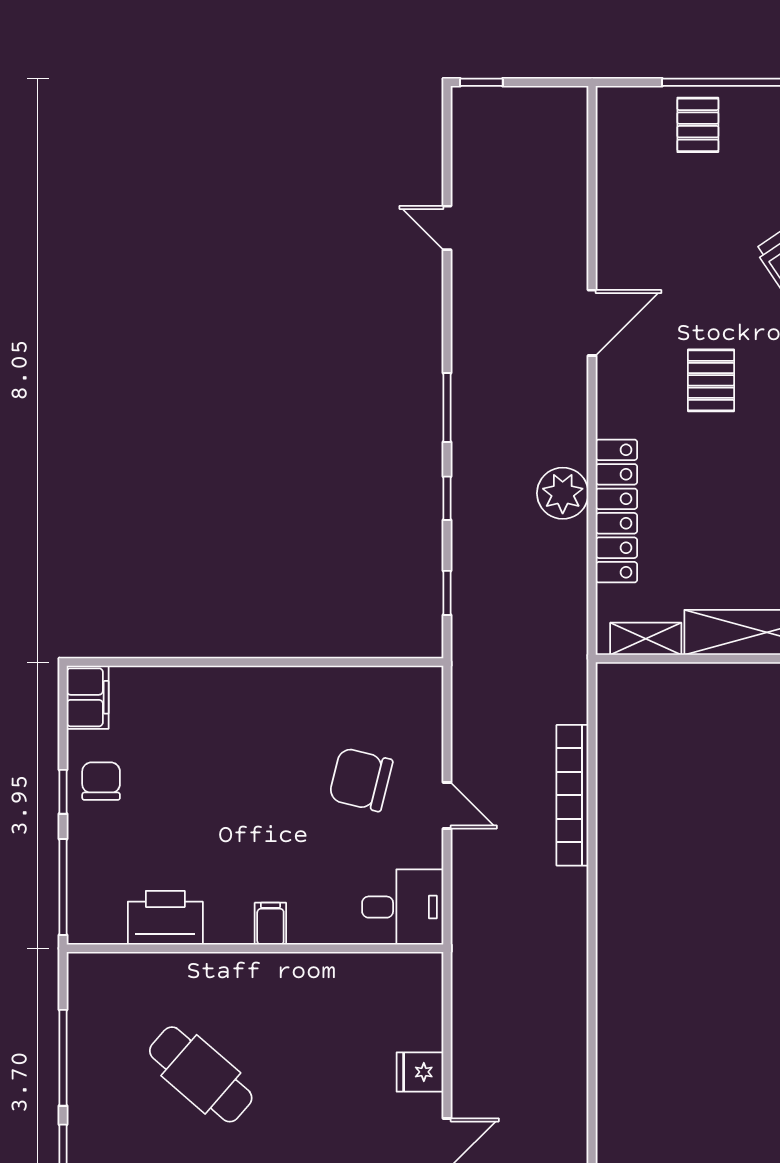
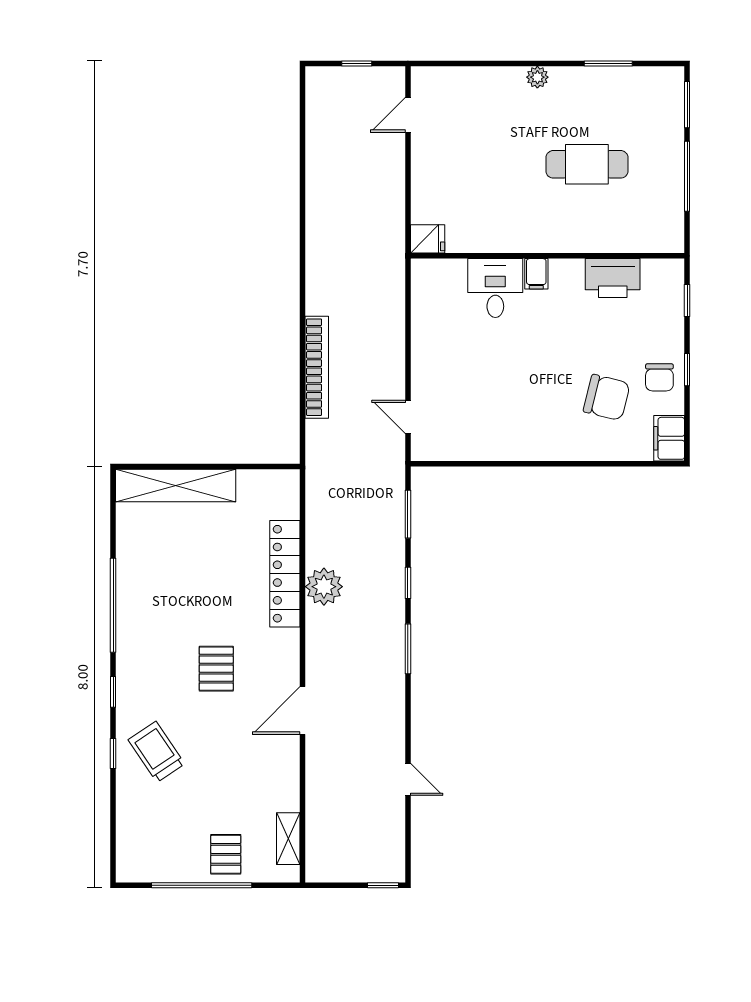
window: (447, 593) -> (408, 514), width x1.50
shelving: (646, 639) -> (288, 839), moved, turned 90
chair: (361, 780) -> (607, 397), moved
door: (447, 806) -> (408, 417), moved
window: (63, 887) -> (687, 300), width x0.46
desk: (403, 907) -> (495, 288), moved, turned 90
fridge: (420, 1072) -> (428, 239), moved
cafe table: (201, 1074) -> (587, 164), turned -41

